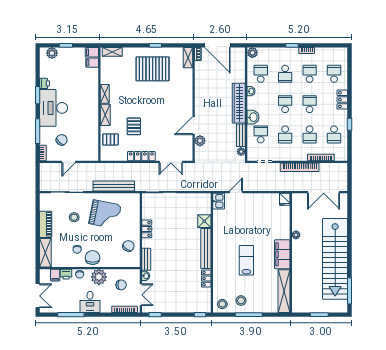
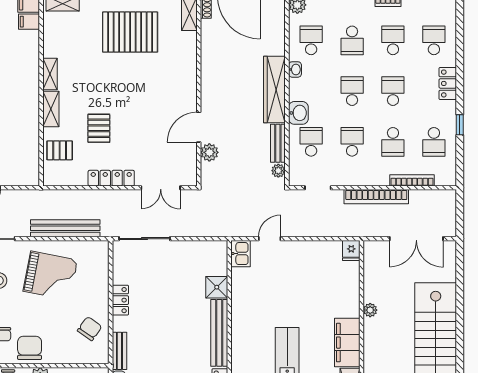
school desk: (285, 134) -> (352, 142), turned 180

